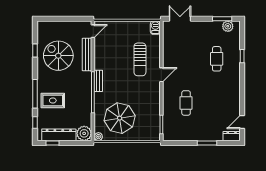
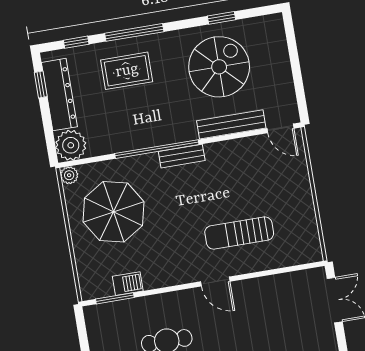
barbecue: (155, 28) -> (128, 284), moved
rug: (53, 101) -> (127, 71), turned 90

